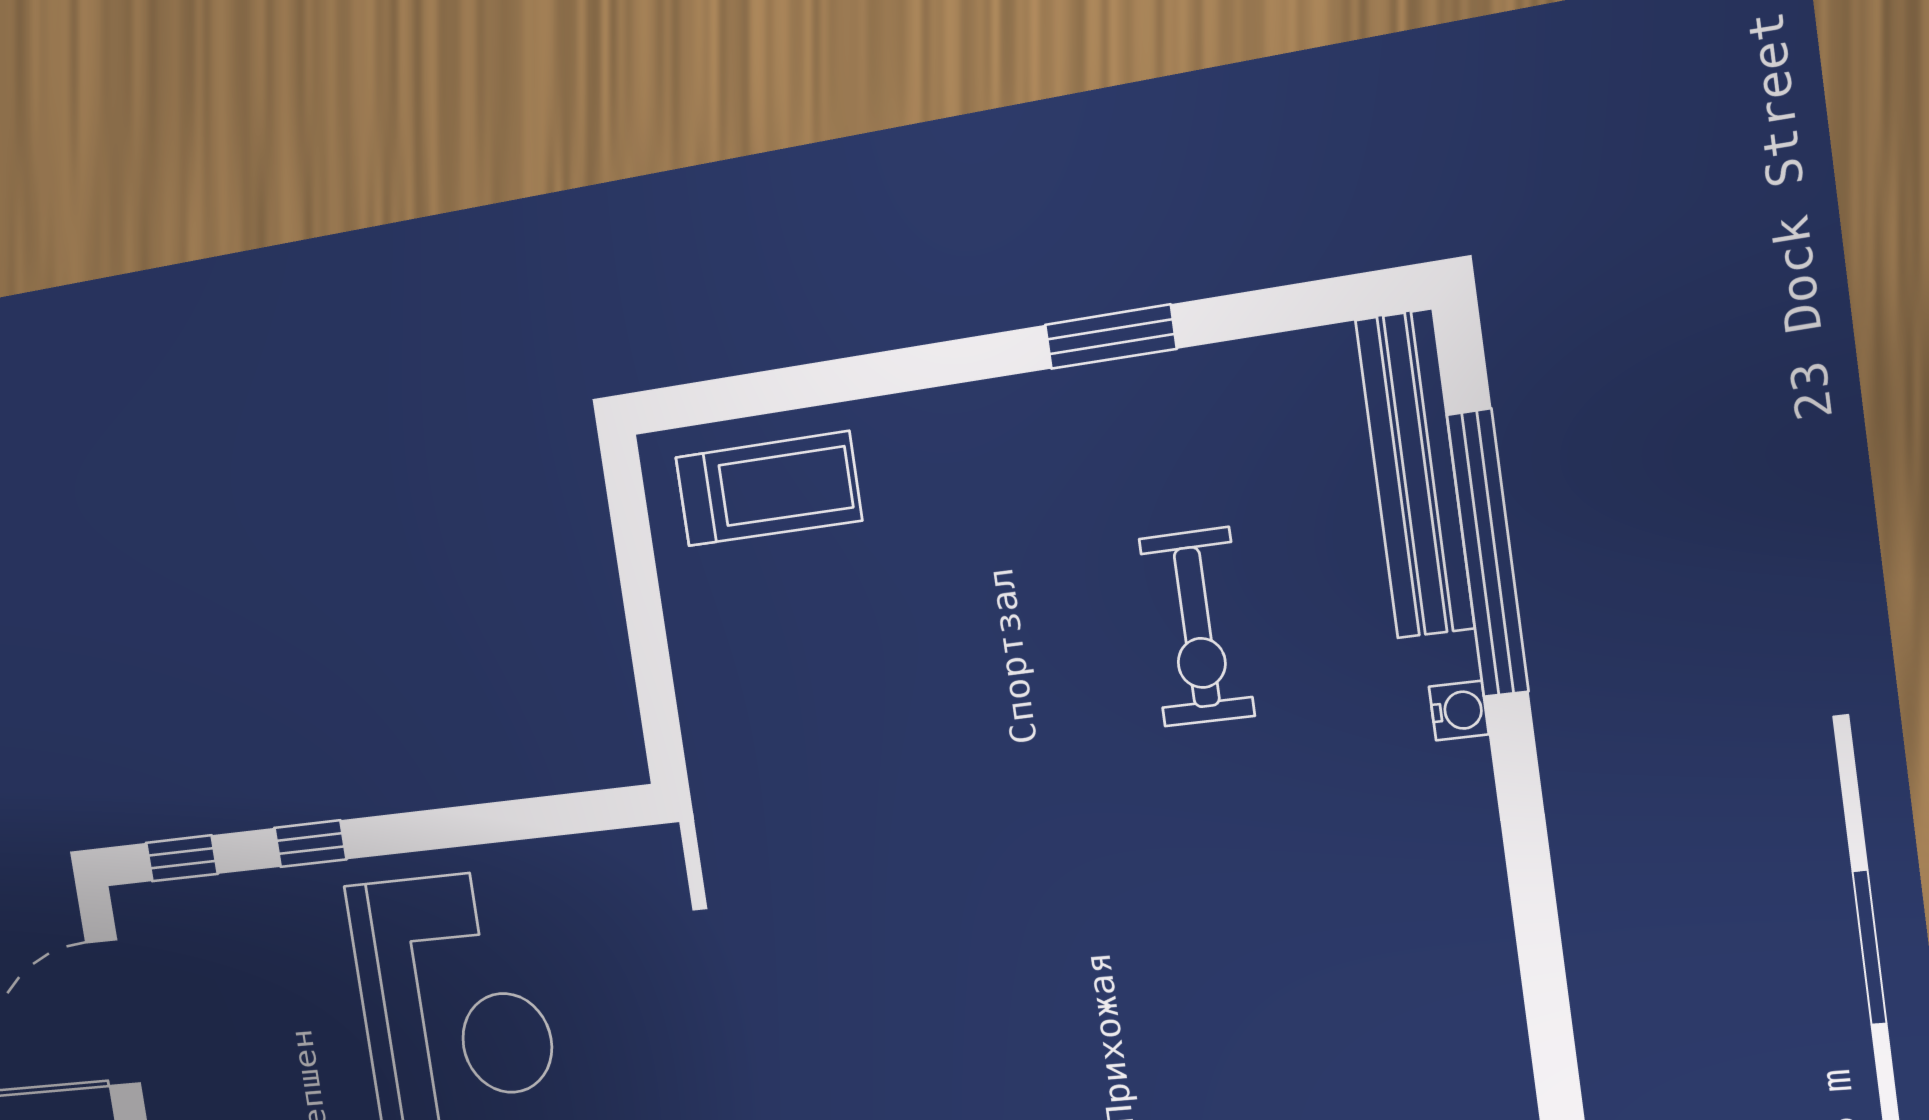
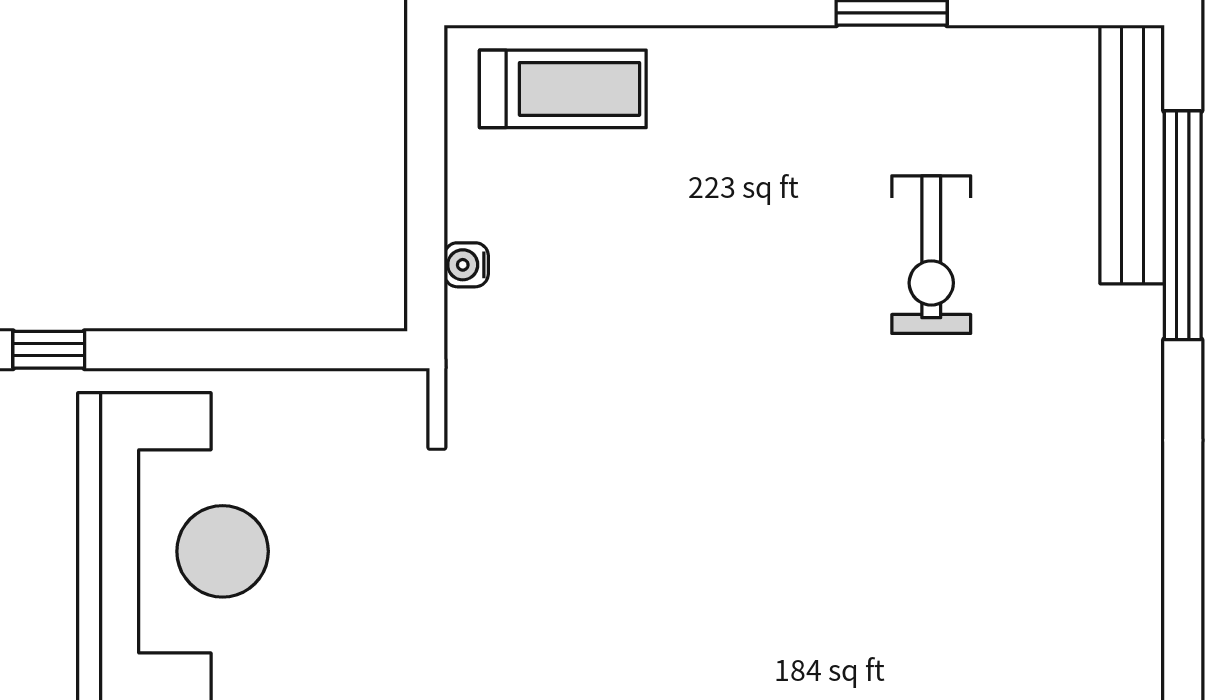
water cooler: (1459, 711) -> (466, 265), moved, turned 180

